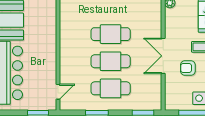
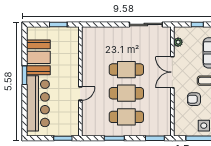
double door: (163, 56) -> (172, 72), moved
door: (58, 92) -> (80, 94), moved

